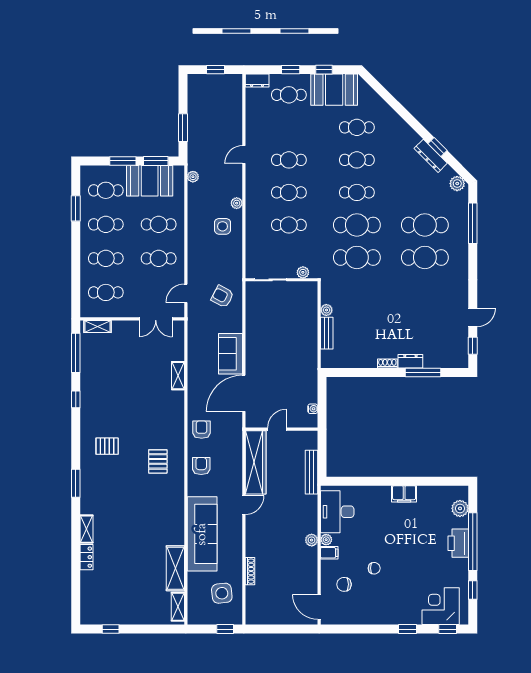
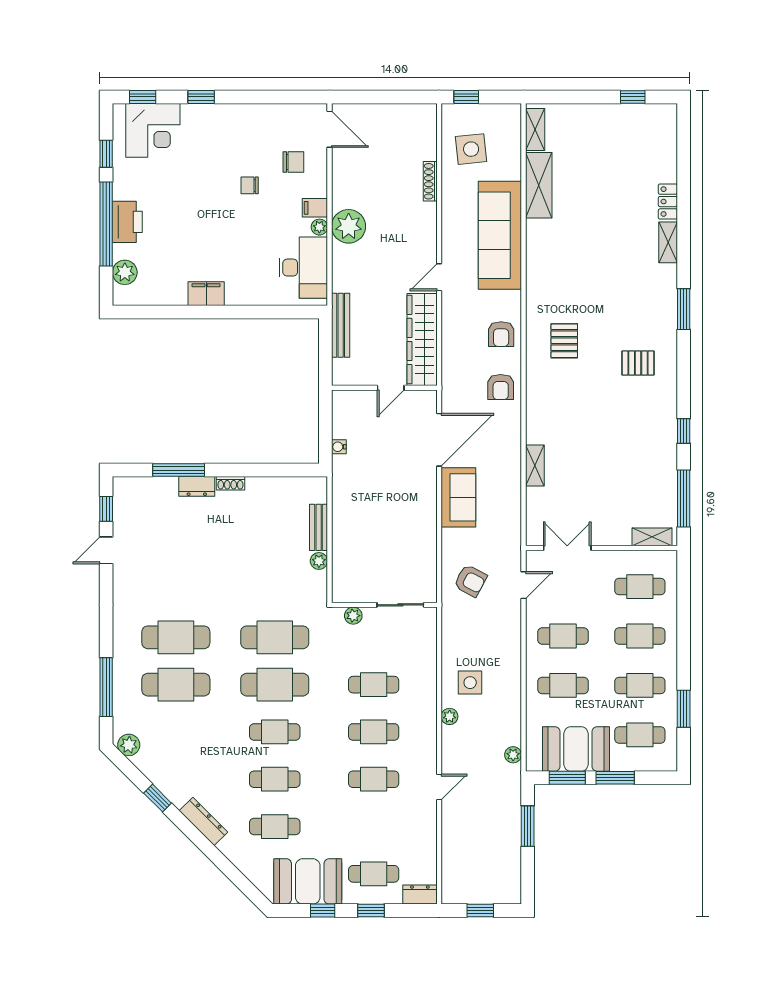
dresser: (431, 156) -> (204, 821), moved
water cooler: (313, 409) -> (339, 447), moved
plant: (312, 540) -> (349, 226), width x1.87, depth x1.87

